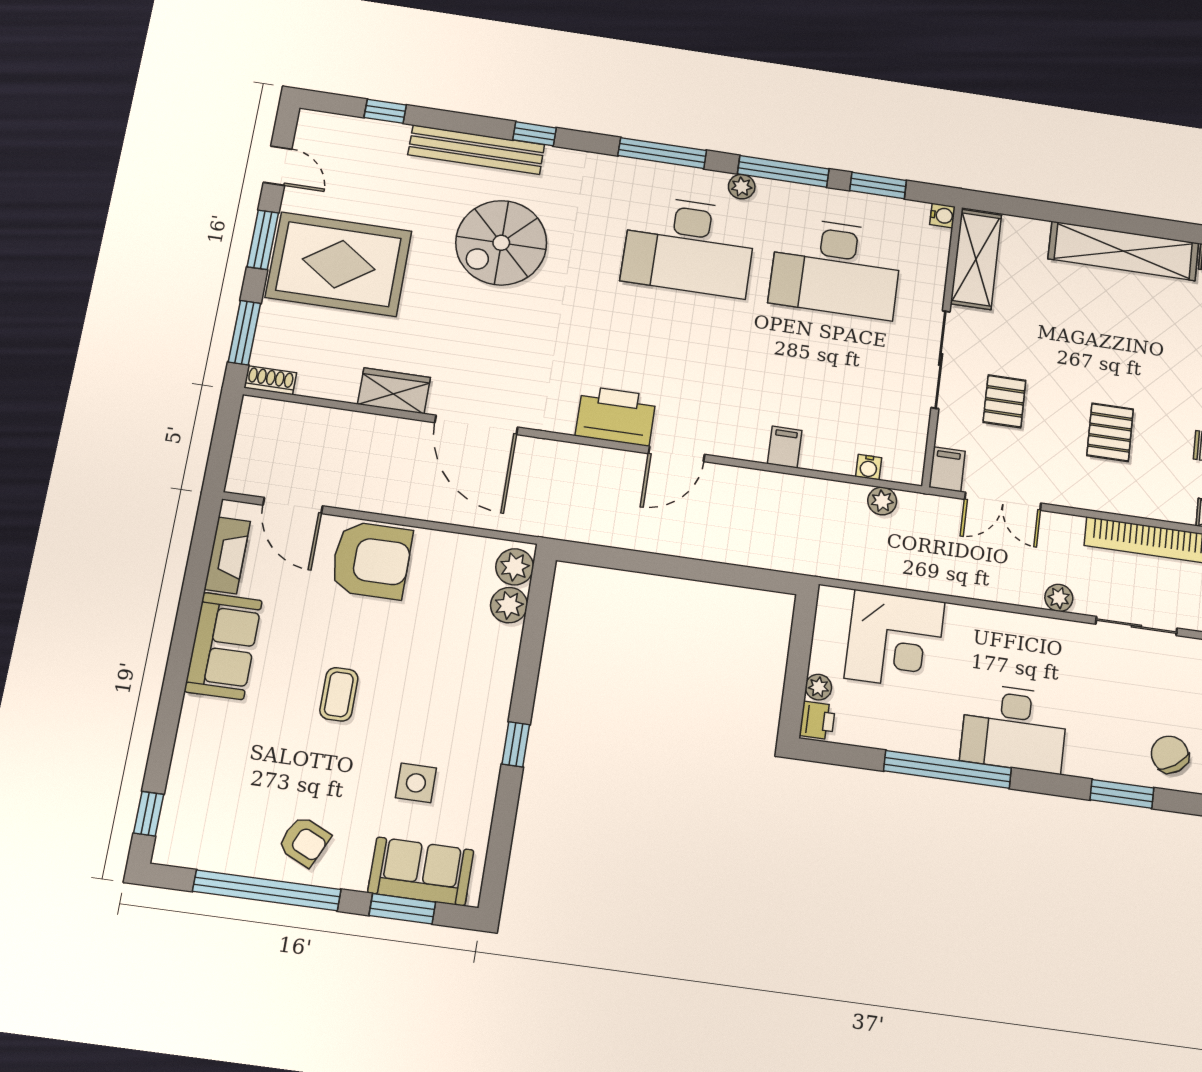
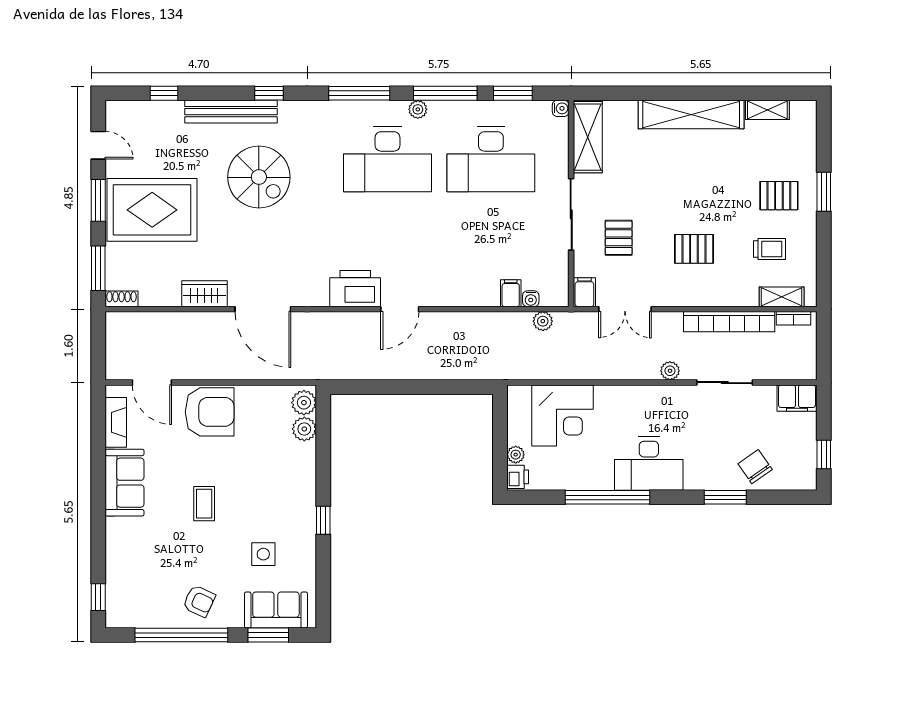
spiral stairs: (501, 243) -> (259, 177), turned -90
pallet: (1110, 432) -> (694, 249), turned 90
filing cabinet: (785, 447) -> (511, 293), moved

